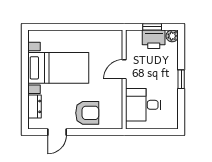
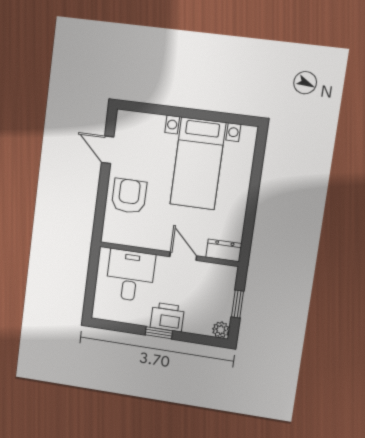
printer: (154, 39) -> (167, 317), moved, turned 90
dresser: (35, 106) -> (224, 250), moved, turned 180
armchair: (87, 113) -> (129, 196), turned 180

